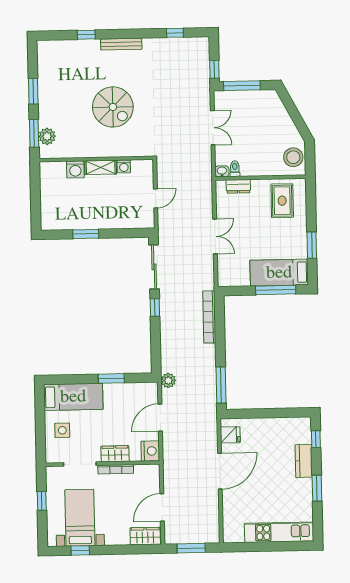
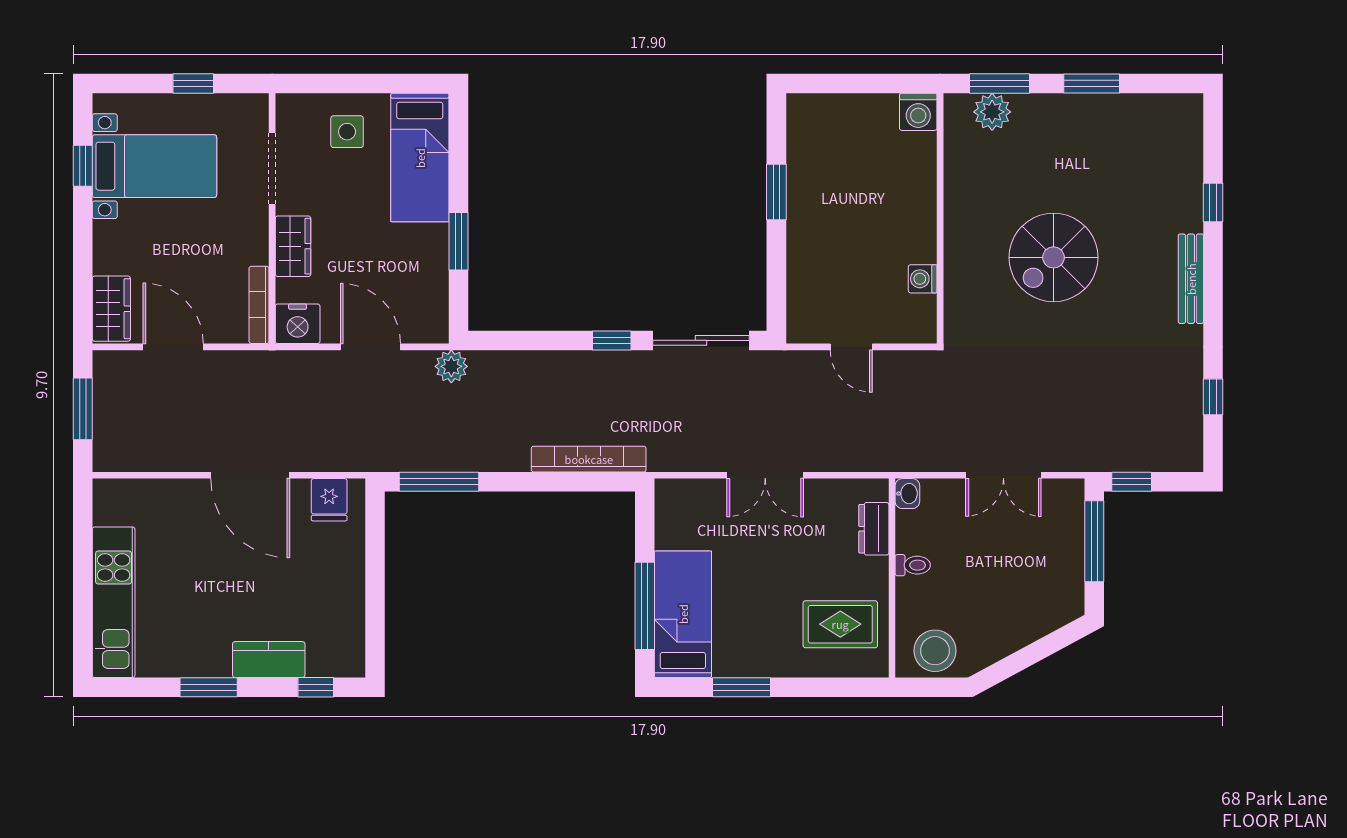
shelving: (101, 167) -> (922, 228), removed
washing machine: (75, 169) -> (918, 112), moved, turned -90
toilet: (235, 169) -> (913, 565), moved
bookcase: (116, 469) -> (259, 305), moved

